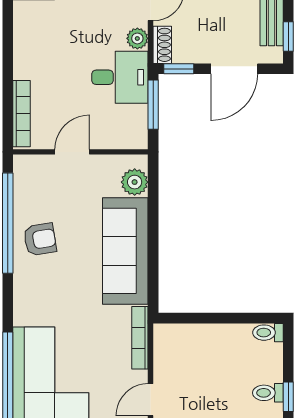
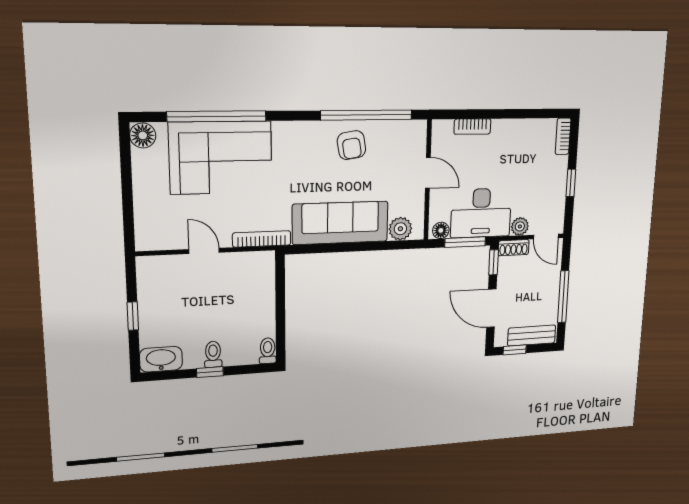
desk: (120, 77) -> (481, 213), width x1.37
bookcase: (21, 114) -> (472, 127), width x0.64
floor lamp: (138, 134) -> (441, 230), added

